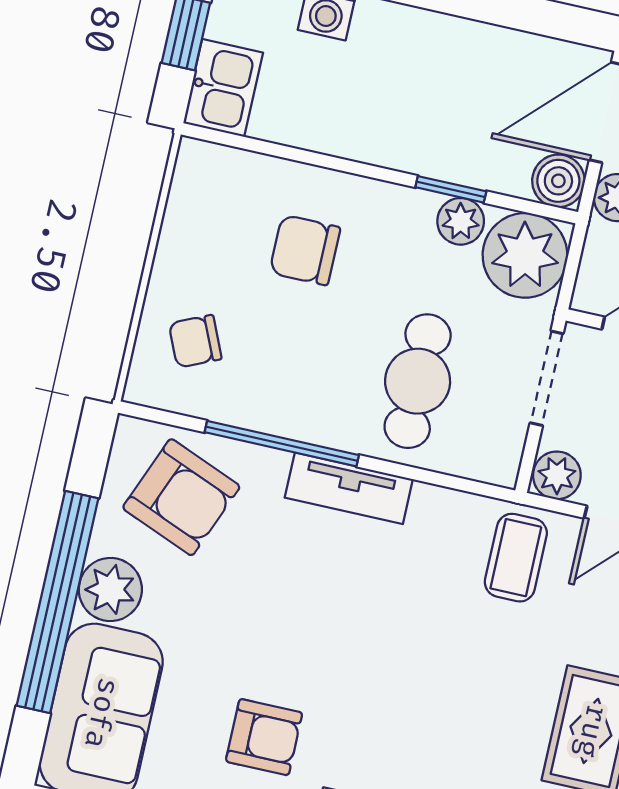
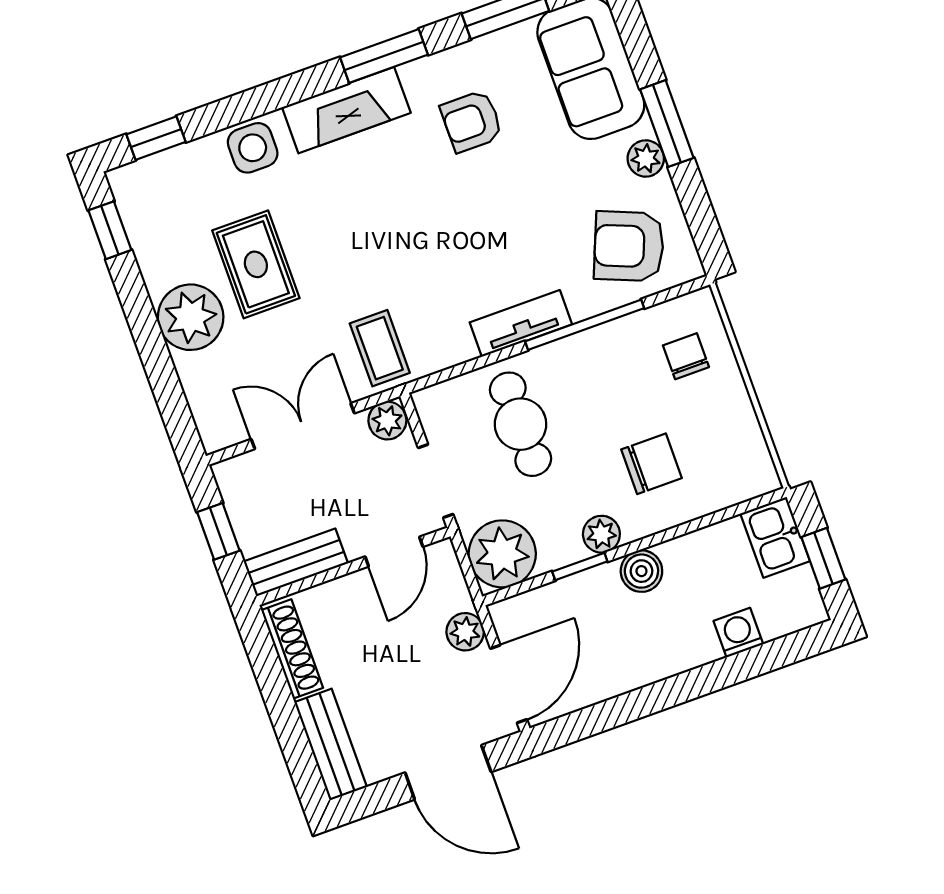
boiler: (558, 181) -> (641, 571), moved
plant: (461, 221) -> (601, 534), moved
chair: (195, 341) -> (686, 356), turned -66
plant: (110, 589) -> (646, 158), width x0.73, depth x0.73
window: (58, 602) -> (667, 124), width x0.47

